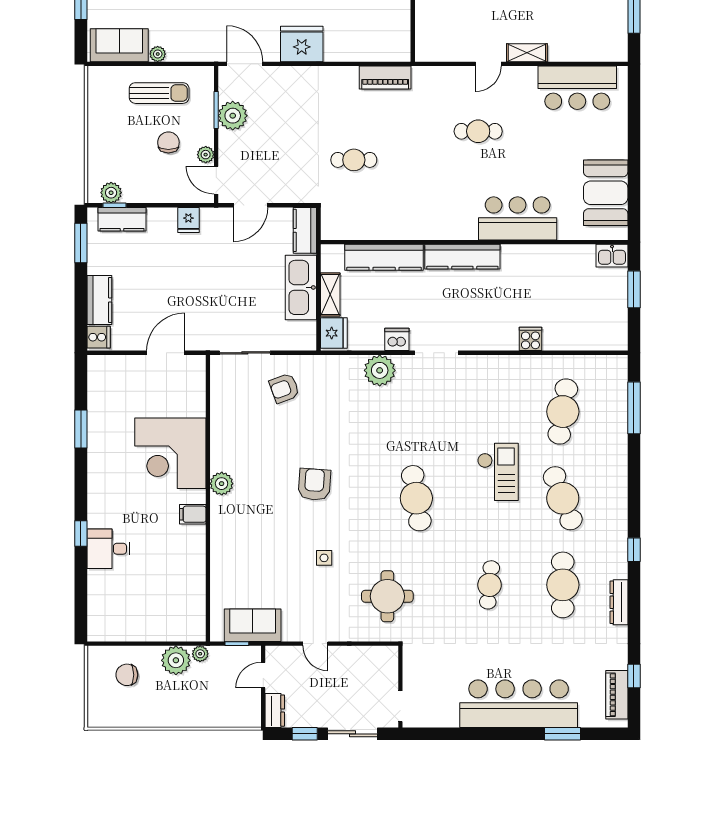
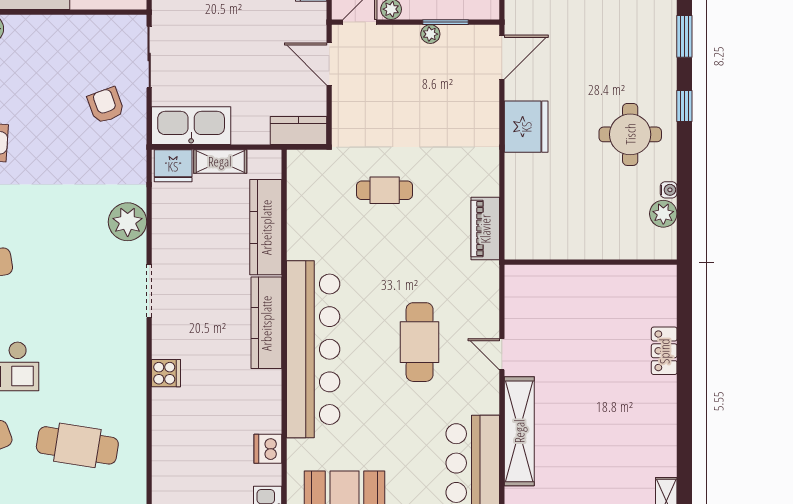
shelving: (527, 53) -> (519, 431), width x2.20, depth x1.33
plant: (233, 116) -> (430, 34), width x0.53, depth x0.53
cafe table: (478, 131) -> (420, 342), width x1.37, depth x1.35
cafe table: (354, 160) -> (385, 190), turned 90
bar counter: (518, 218) -> (313, 349), width x1.86
kitchen sink: (301, 287) -> (191, 126), moved
dishwasher: (397, 339) -> (268, 449), moved, turned 180
cooker: (530, 339) -> (166, 373), moved

